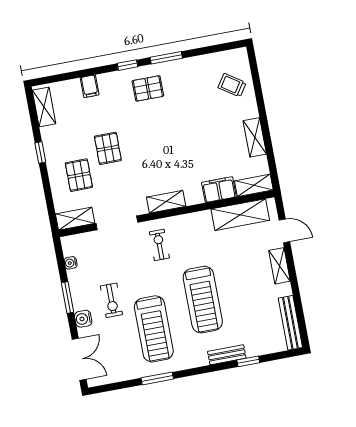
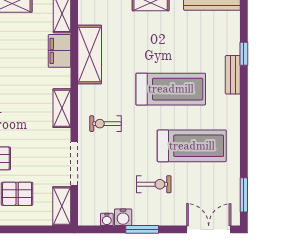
shelving: (240, 215) -> (90, 55), moved
water cooler: (83, 319) -> (123, 217), moved
window: (157, 378) -> (244, 195), moved

